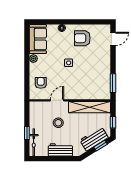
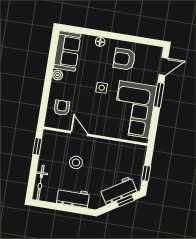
corner sofa: (96, 75) -> (134, 109), added
window: (113, 83) -> (159, 95), moved
door: (57, 100) -> (79, 134), hinge flipped
shelving: (90, 107) -> (119, 149), removed
window: (27, 133) -> (37, 146), moved

